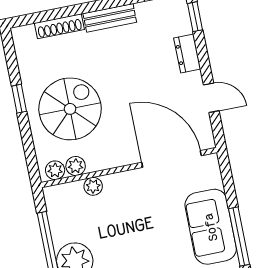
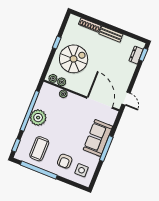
dresser: (187, 53) -> (136, 55), moved
door: (211, 98) -> (126, 99), moved

